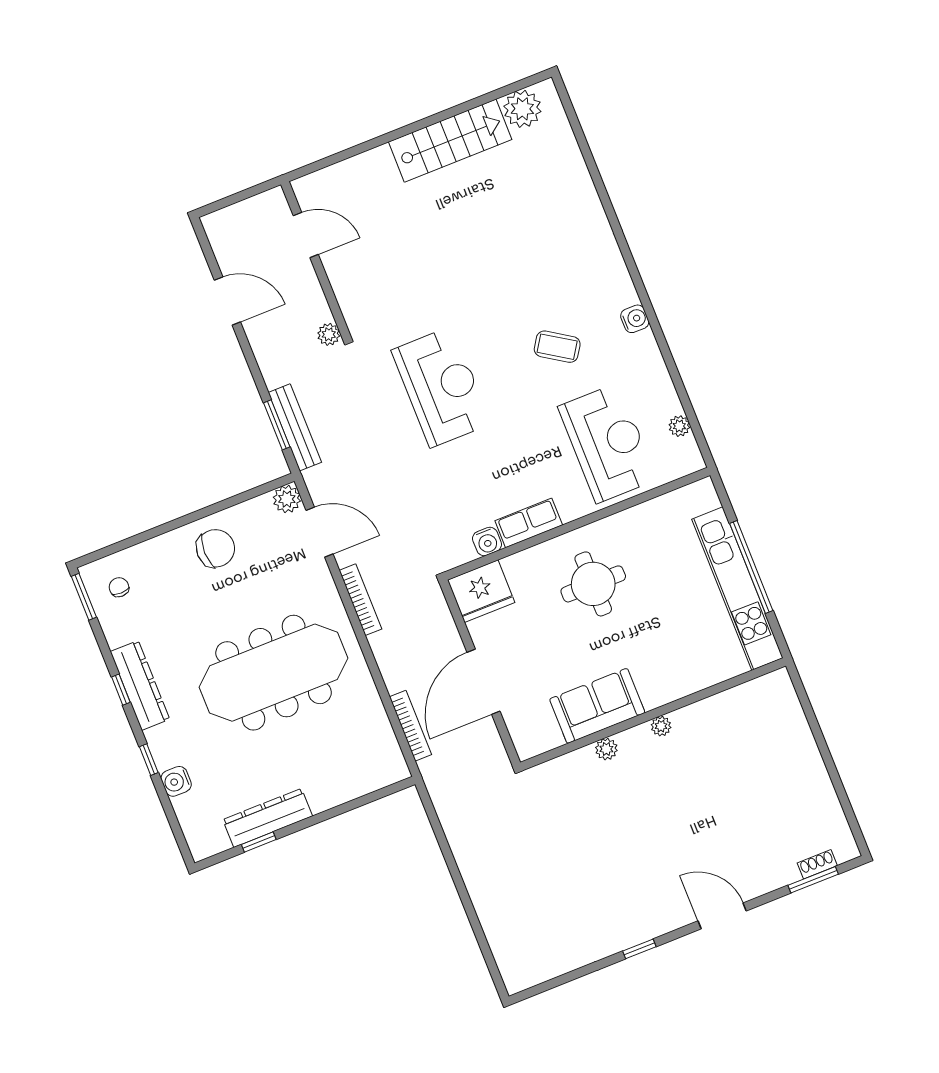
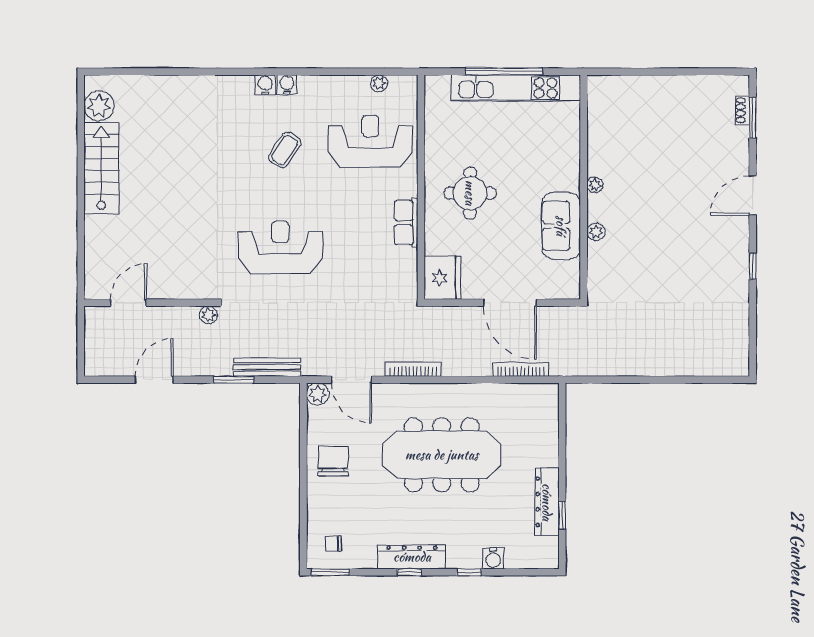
window: (277, 425) -> (234, 380), moved
door: (319, 532) -> (352, 380), swing flipped
water cooler: (487, 541) -> (265, 85), moved, turned -90
meeting table: (274, 673) -> (442, 455), turned 90

